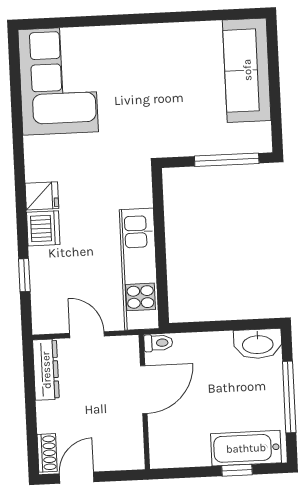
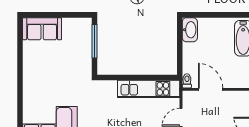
sofa: (247, 70) -> (42, 29), width x0.73
window: (289, 397) -> (218, 15), removed

